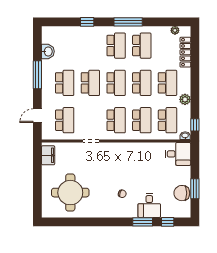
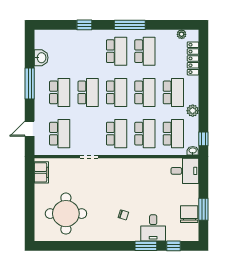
chair: (182, 193) -> (189, 214), turned 90

